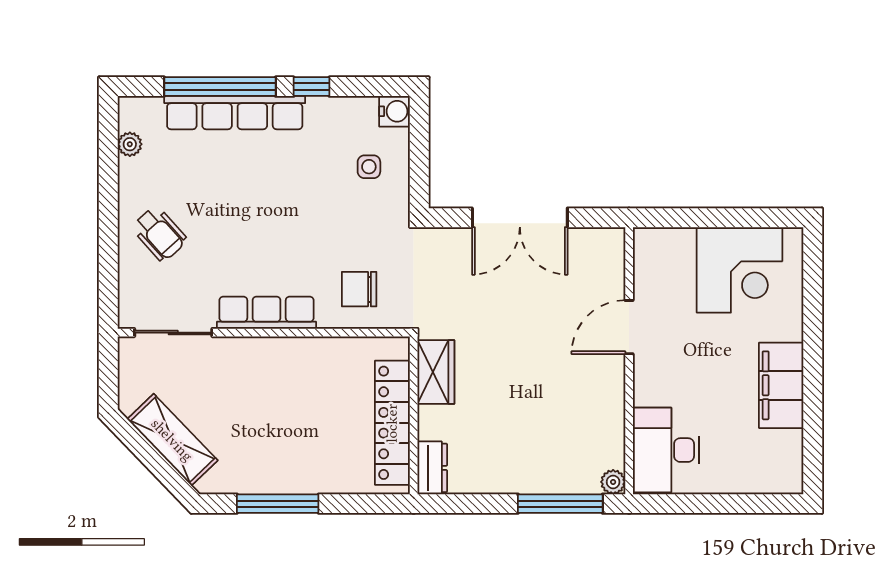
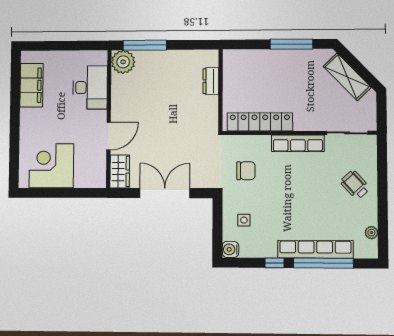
chair: (359, 289) -> (246, 171), moved
wardrobe: (436, 372) -> (120, 171), moved, turned 180
filing cabinet: (781, 385) -> (31, 85), moved
locker: (392, 423) -> (260, 122), moved, turned -90
desk: (666, 450) -> (90, 87), moved
dresser: (432, 468) -> (211, 81), moved
plant: (613, 482) -> (123, 62), width x1.87, depth x1.87

